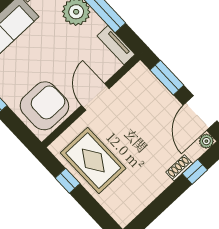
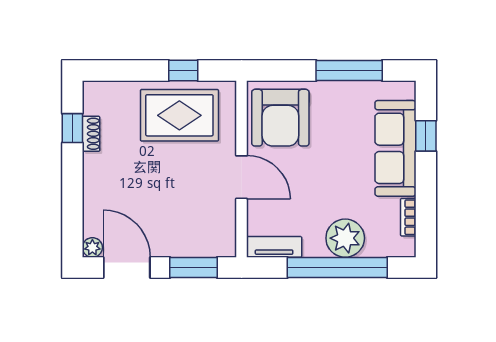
shoe rack: (179, 168) -> (91, 134), moved
window: (195, 172) -> (72, 128), moved

